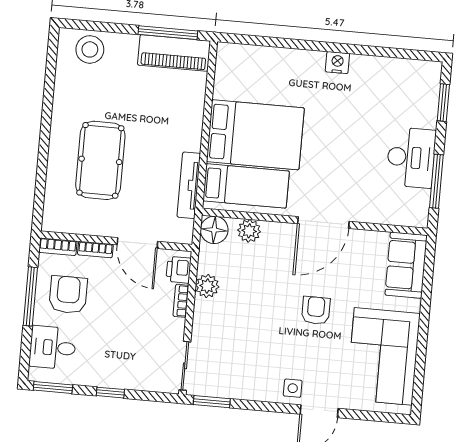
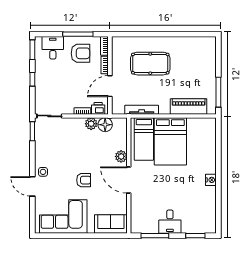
stool: (90, 49) -> (206, 53), removed
piano: (174, 53) -> (189, 106), moved, turned 90
desk: (411, 158) -> (170, 222), width x0.73
floor lamp: (214, 230) -> (105, 125), moved
plant: (249, 231) -> (121, 156), moved

